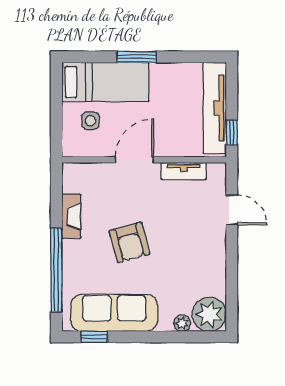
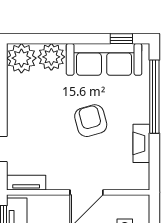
tv unit: (184, 171) -> (26, 183), moved
plant: (182, 323) -> (51, 57), width x1.87, depth x1.87

